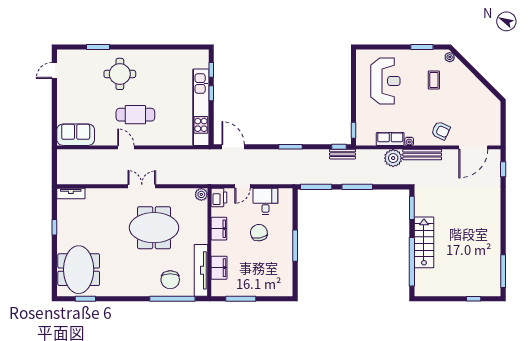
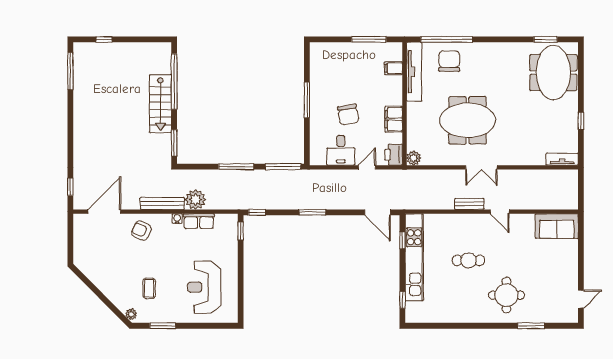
window: (211, 93) -> (402, 240), moved
cafe table: (135, 115) -> (468, 260), moved, width x0.73, depth x0.74
bench: (343, 154) -> (469, 204), moved
filing cabinet: (219, 268) -> (394, 68), width x0.50

